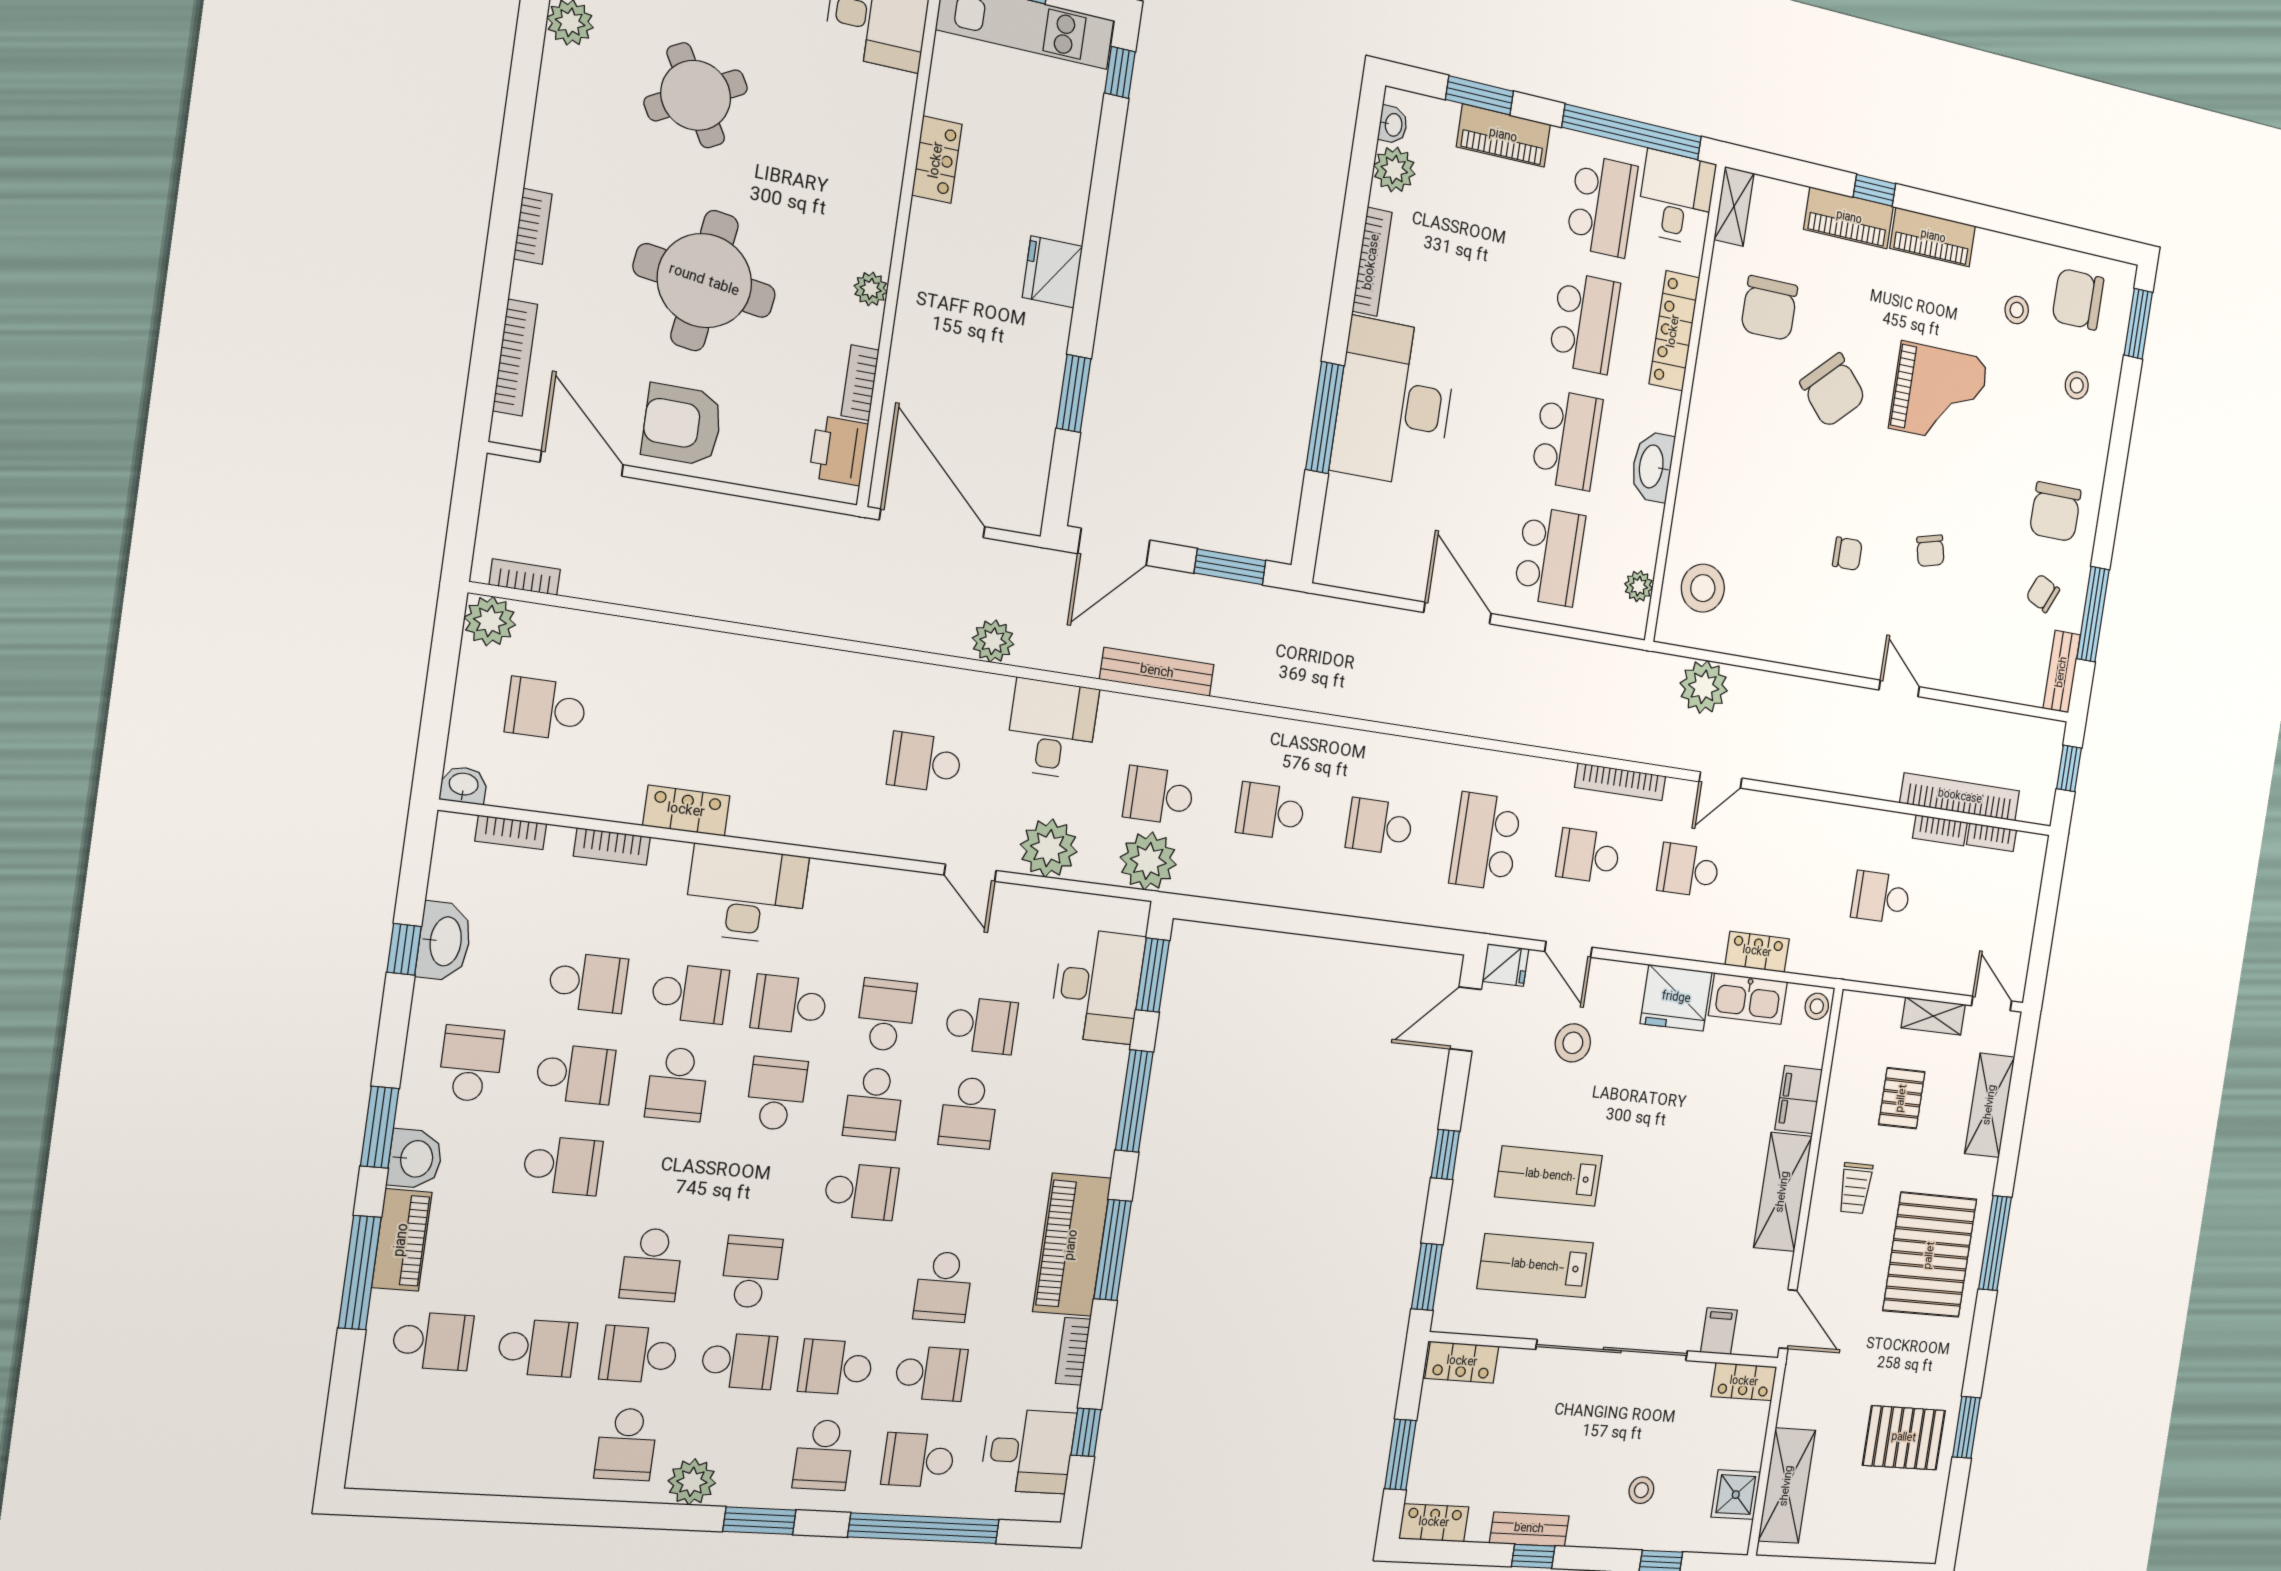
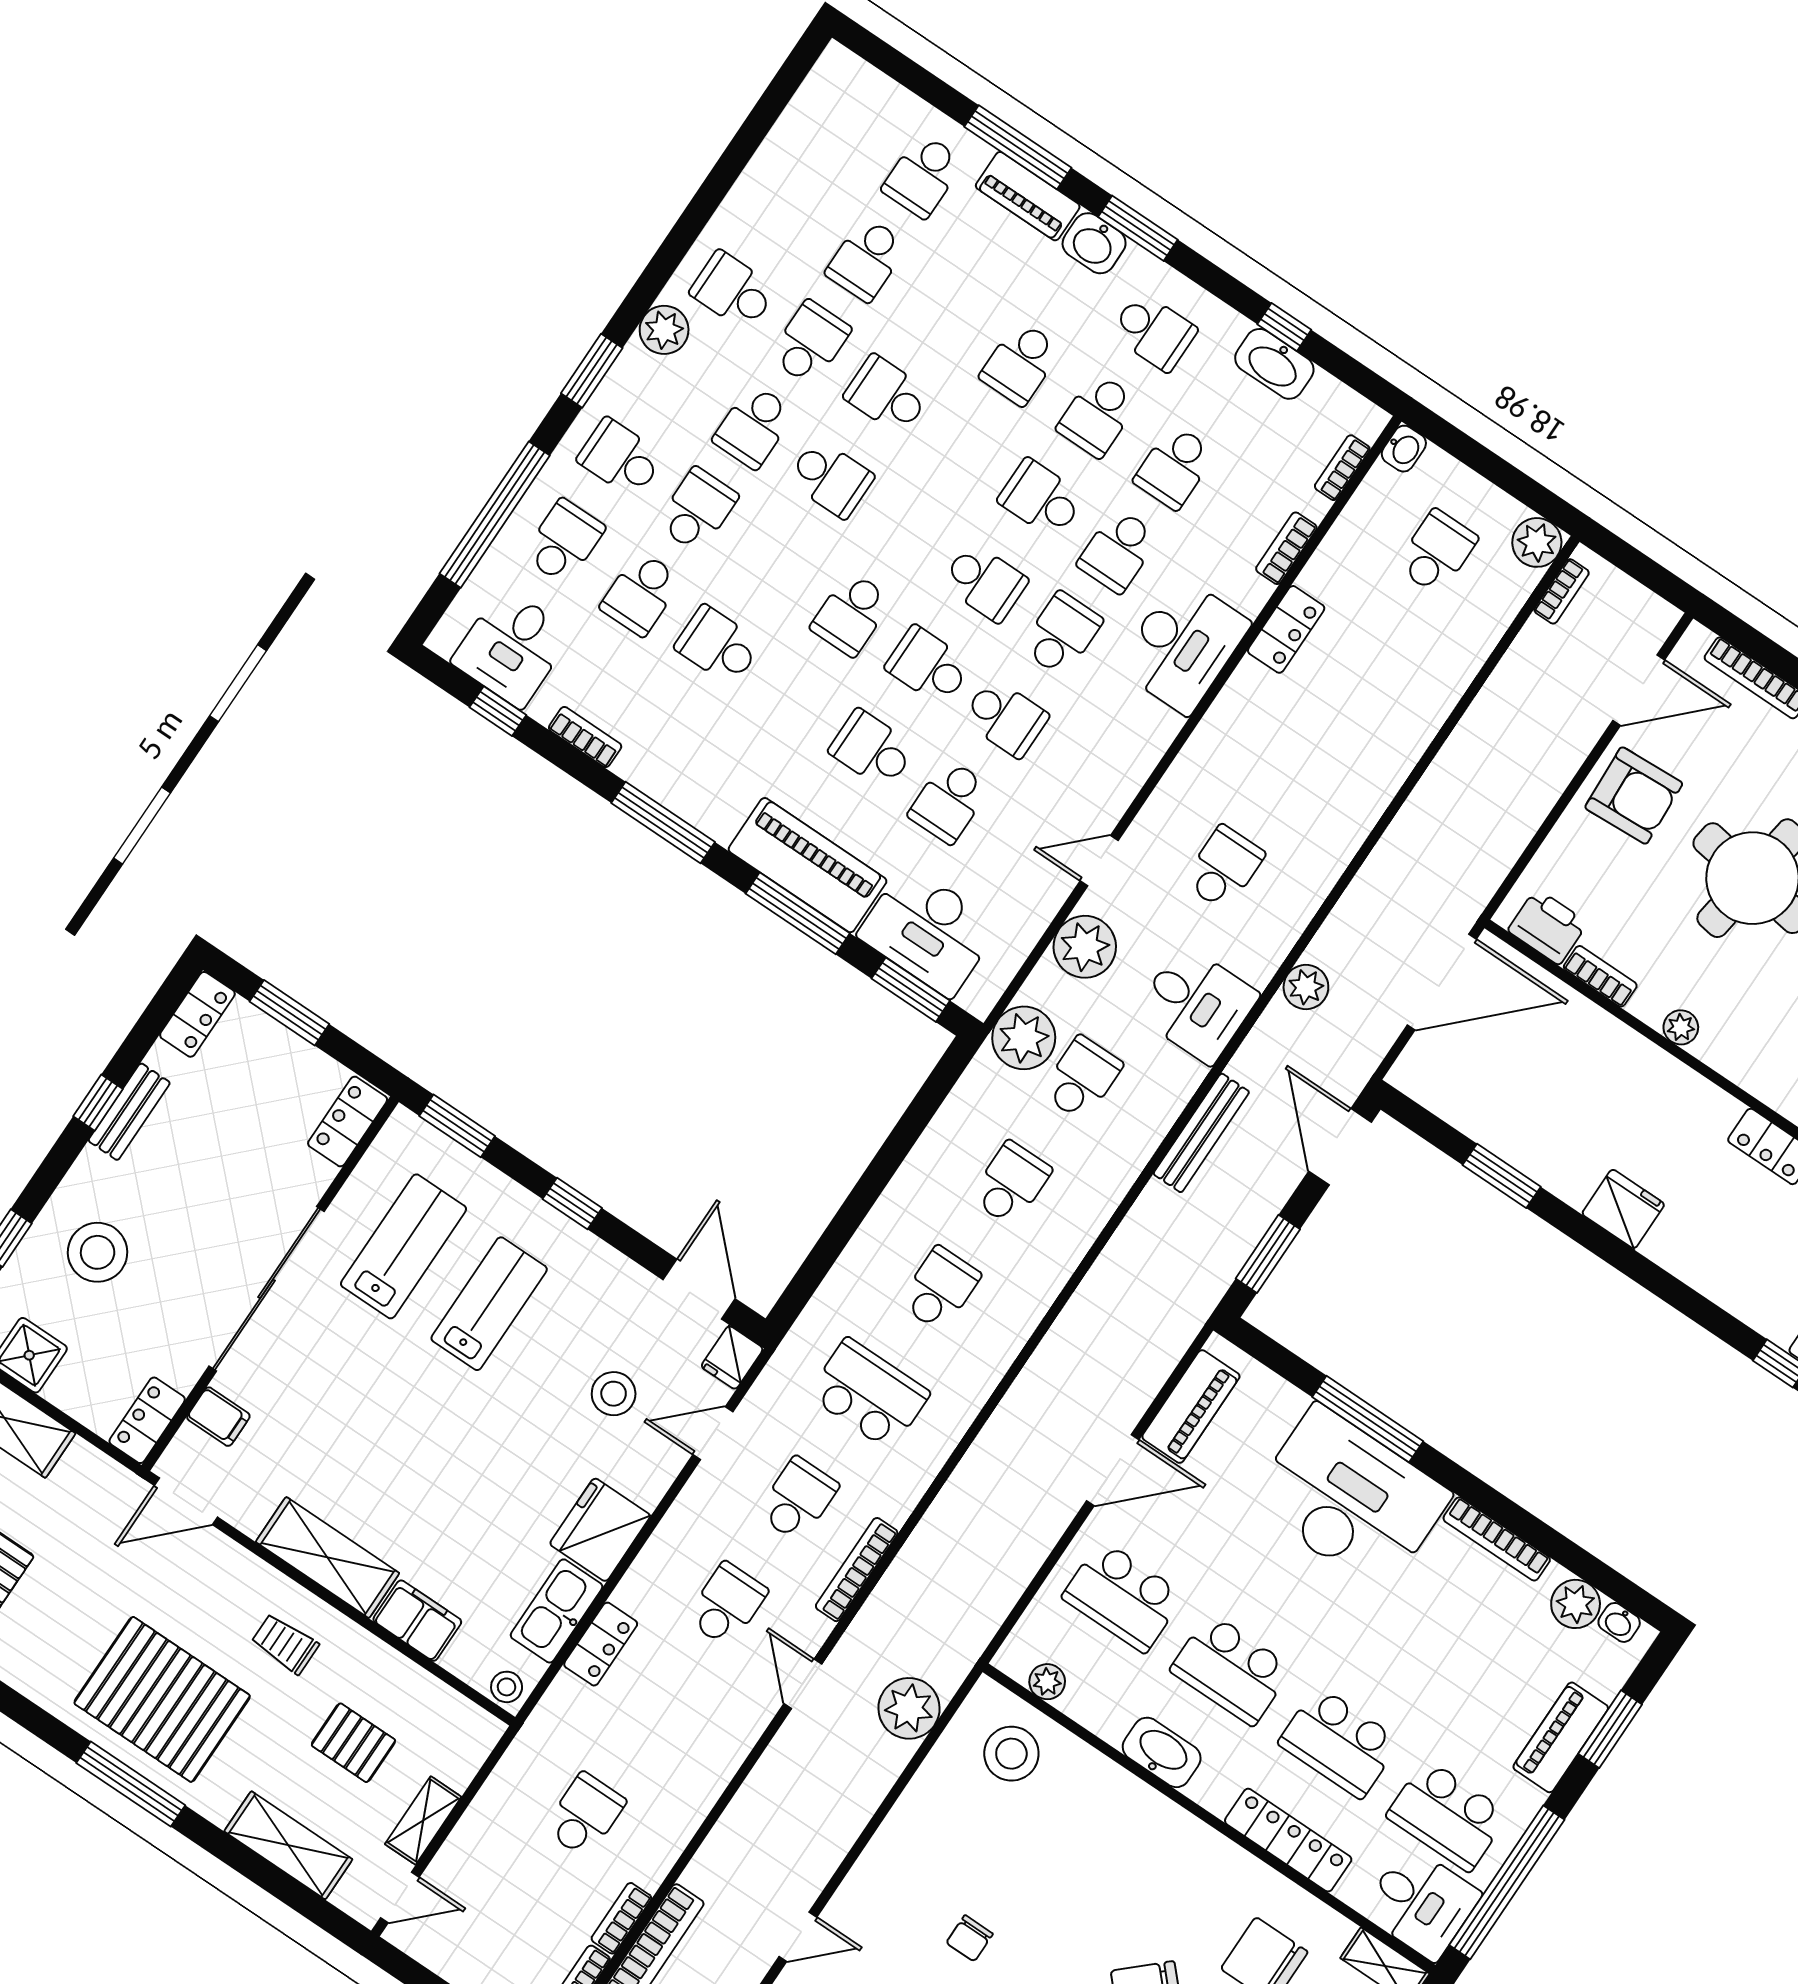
armchair: (682, 425) -> (1634, 796), turned 87
piano: (1380, 572) -> (1191, 1407), added
piano: (1072, 1245) -> (808, 865), moved
stool: (1641, 1490) -> (98, 1252), width x1.89, depth x1.89

